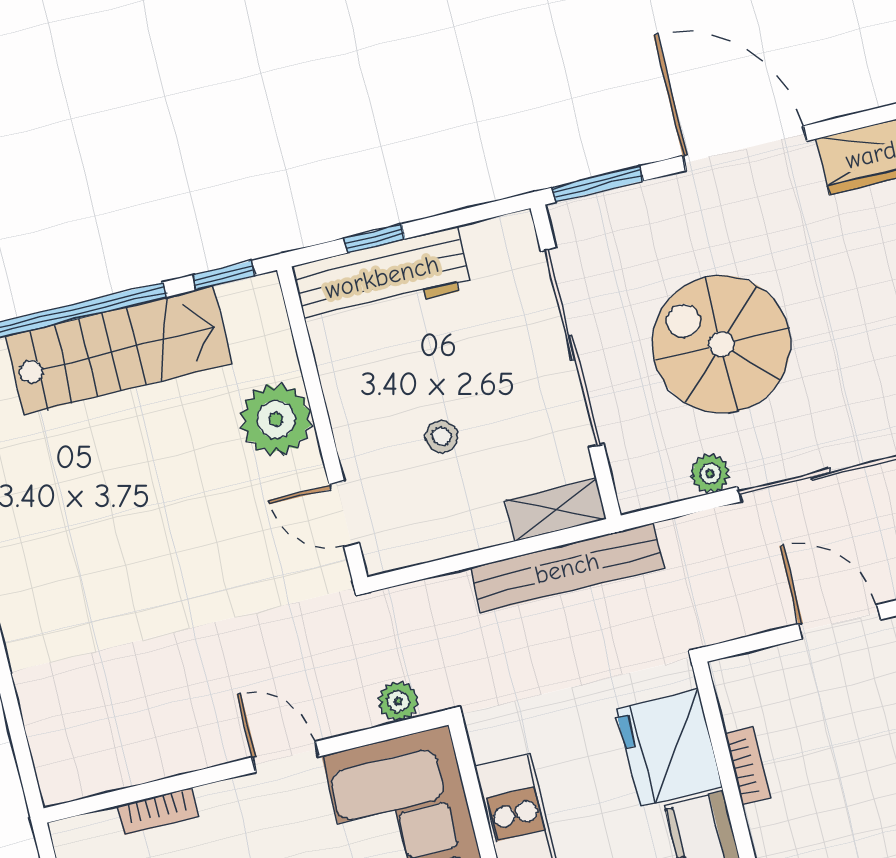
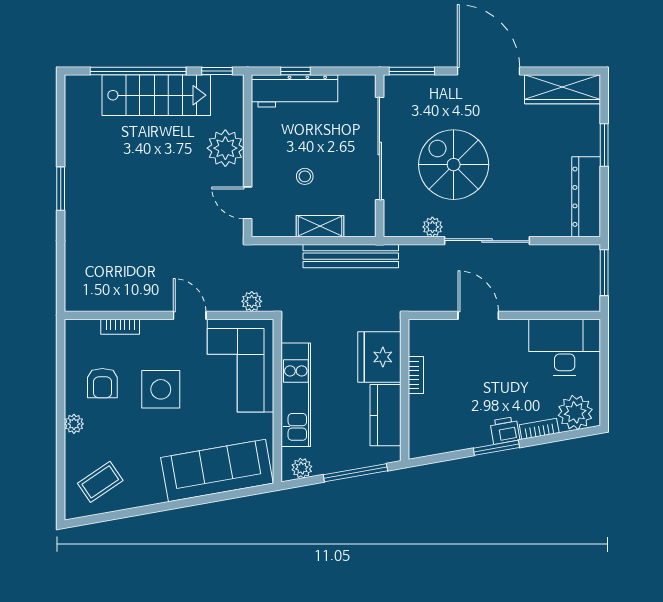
shelving: (556, 510) -> (320, 226), moved

